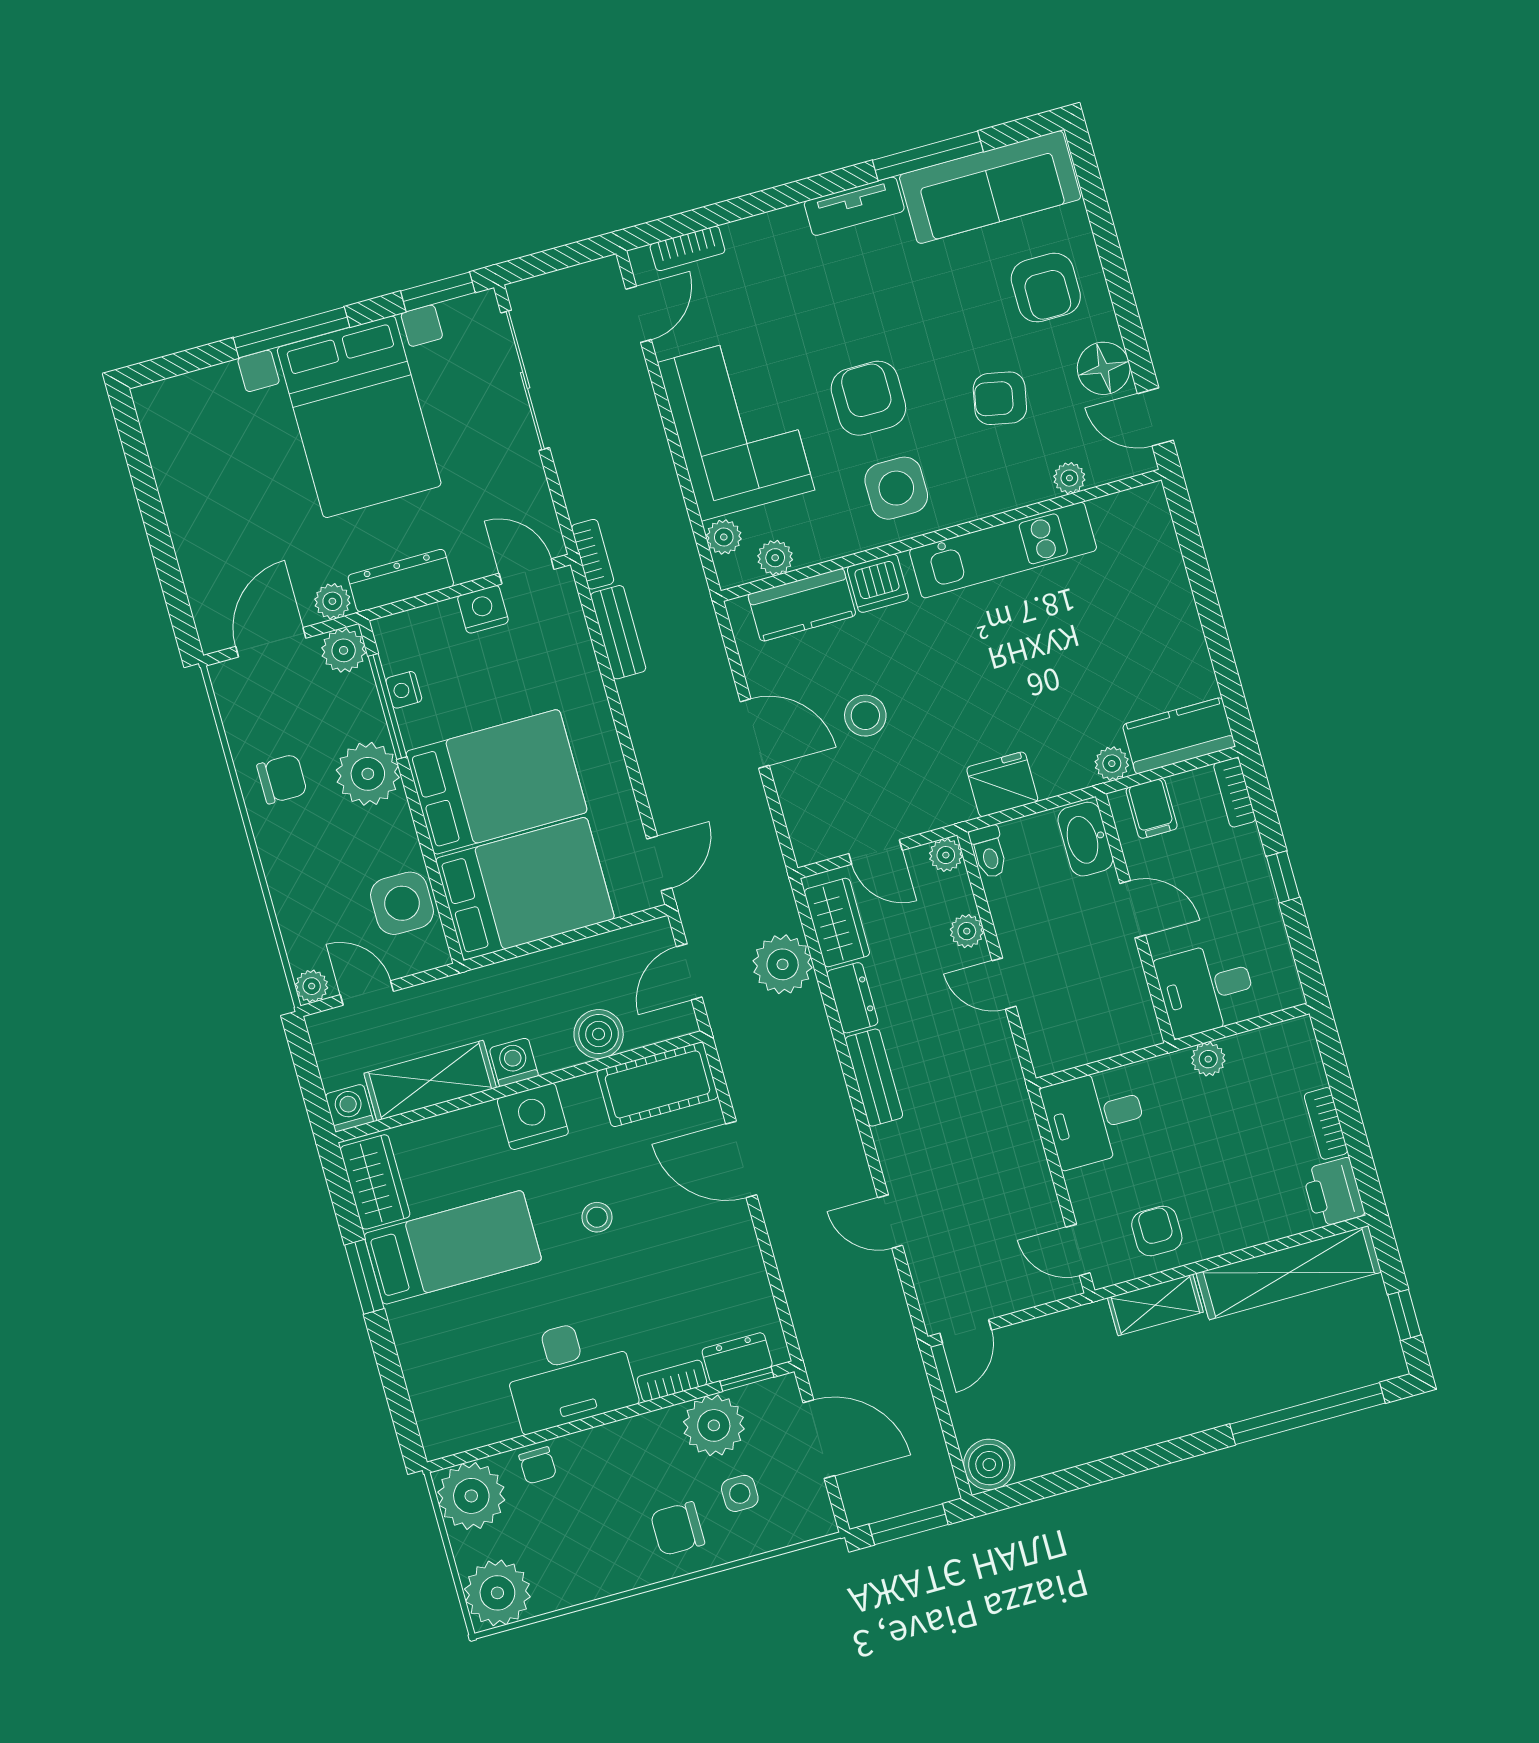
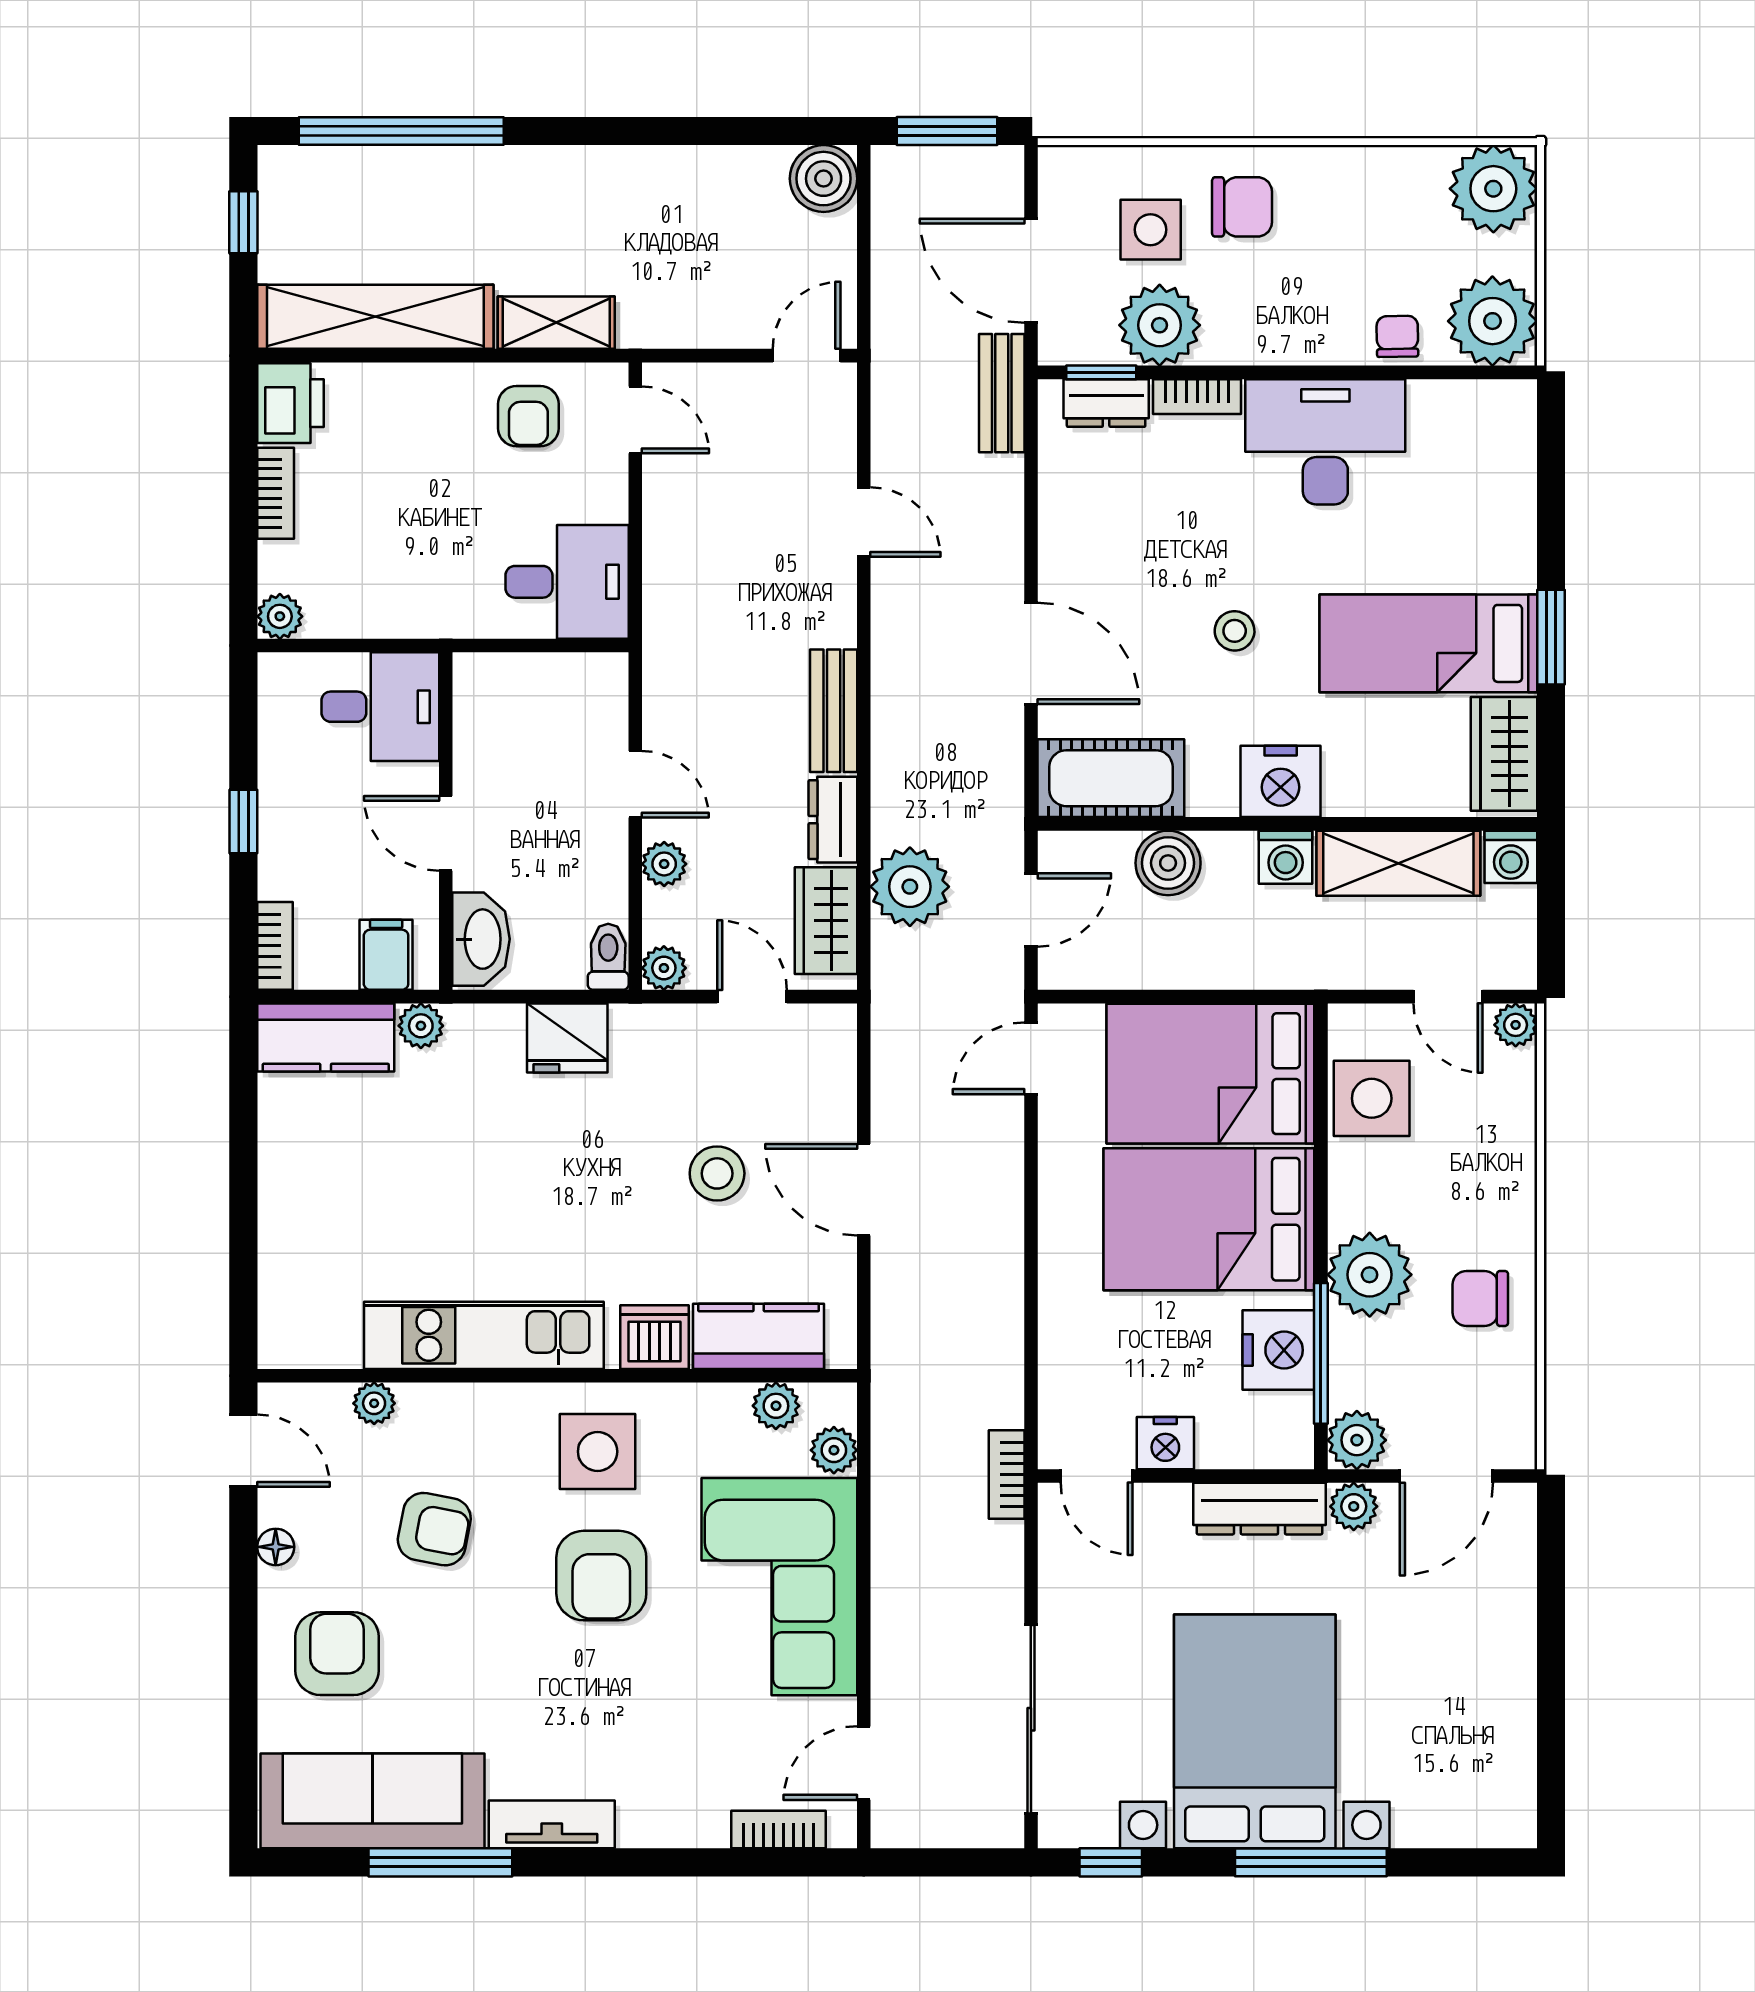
window: (438, 292) -> (1111, 1862), width x0.67
floor lamp: (1104, 368) -> (276, 1547), width x0.53, depth x0.53
bench: (618, 632) -> (1002, 393), moved
nightstand: (404, 690) -> (1278, 1350), width x1.89, depth x1.79
plant: (1208, 1059) -> (280, 616), moved
side table: (740, 1493) -> (1151, 230), width x1.37, depth x1.37

